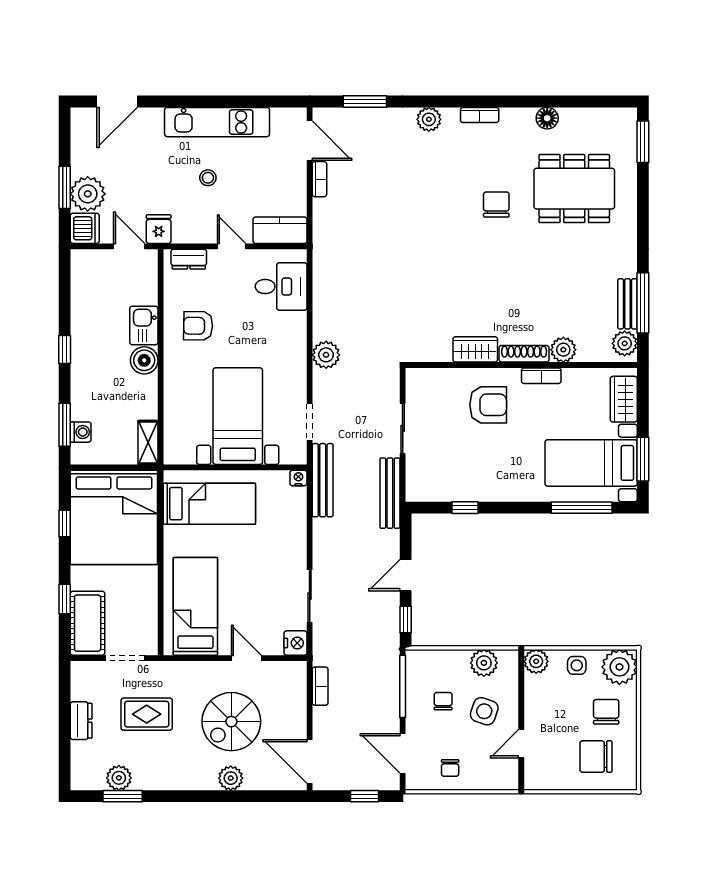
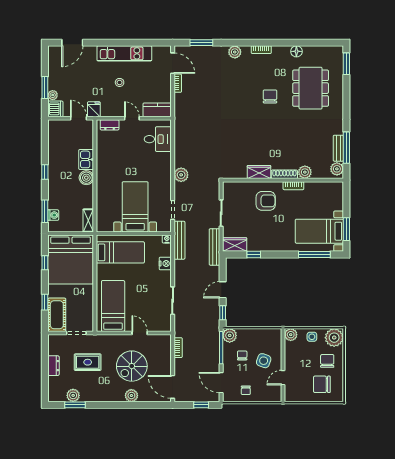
dining table: (574, 189) -> (311, 88), turned 90
plant: (88, 194) -> (53, 95), width x0.53, depth x0.53
armchair: (198, 326) -> (114, 160), removed
wardrobe: (624, 399) -> (235, 244), moved, turned 90
nightstand: (295, 643) -> (165, 264), moved
plant: (484, 663) -> (230, 335), moved

